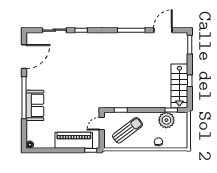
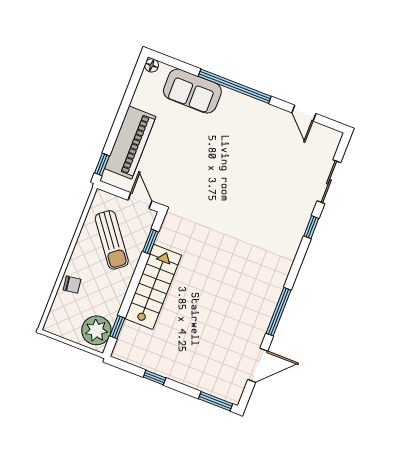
door: (163, 30) -> (258, 365), hinge flipped
door: (24, 57) -> (304, 113), width x0.53
stairs: (179, 86) -> (153, 287), moved, turned 90
sofa: (35, 105) -> (192, 91), moved
plant: (166, 120) -> (96, 330), moved

